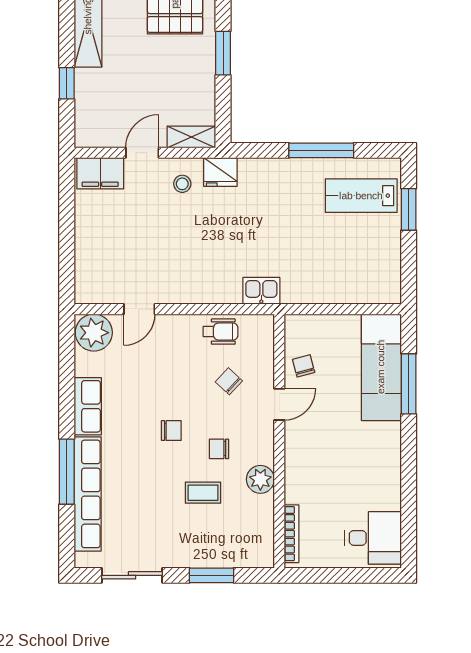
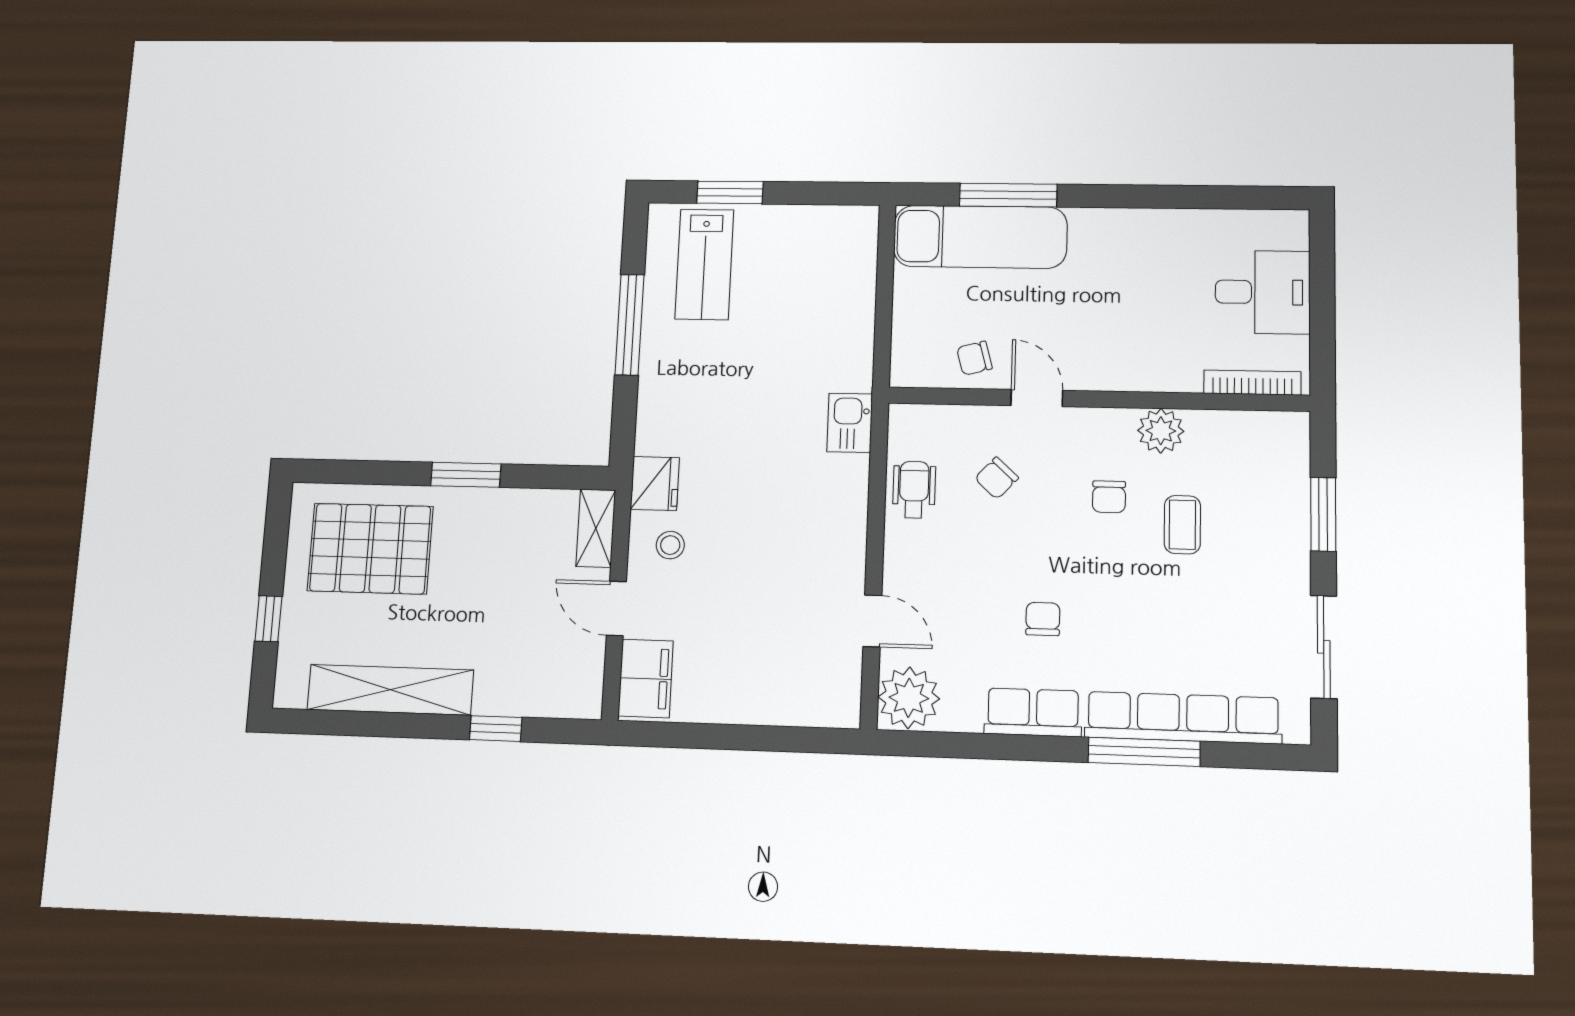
chair: (171, 431) -> (1043, 619), moved
desk: (373, 538) -> (1263, 292), moved, turned 90

